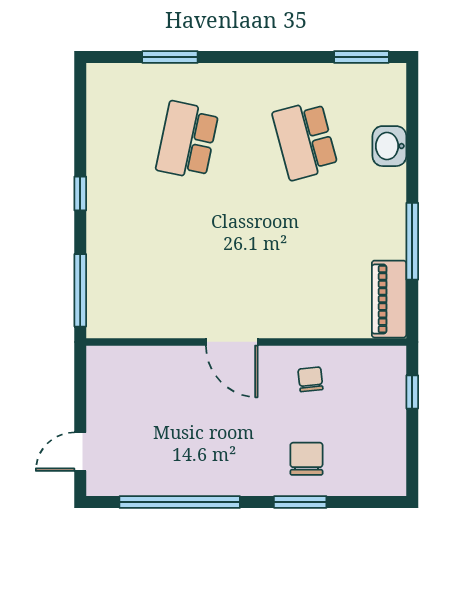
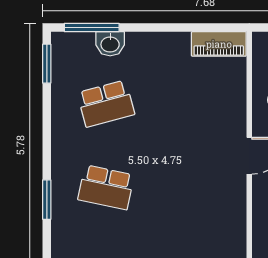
window: (412, 241) -> (92, 27), moved

